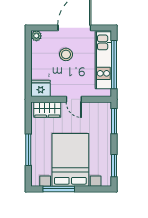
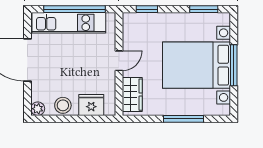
stool: (66, 54) -> (63, 105), moved
fridge: (41, 88) -> (91, 105), moved, turned 90
window: (114, 121) -> (147, 9), width x0.67
window: (59, 189) -> (234, 65), moved

